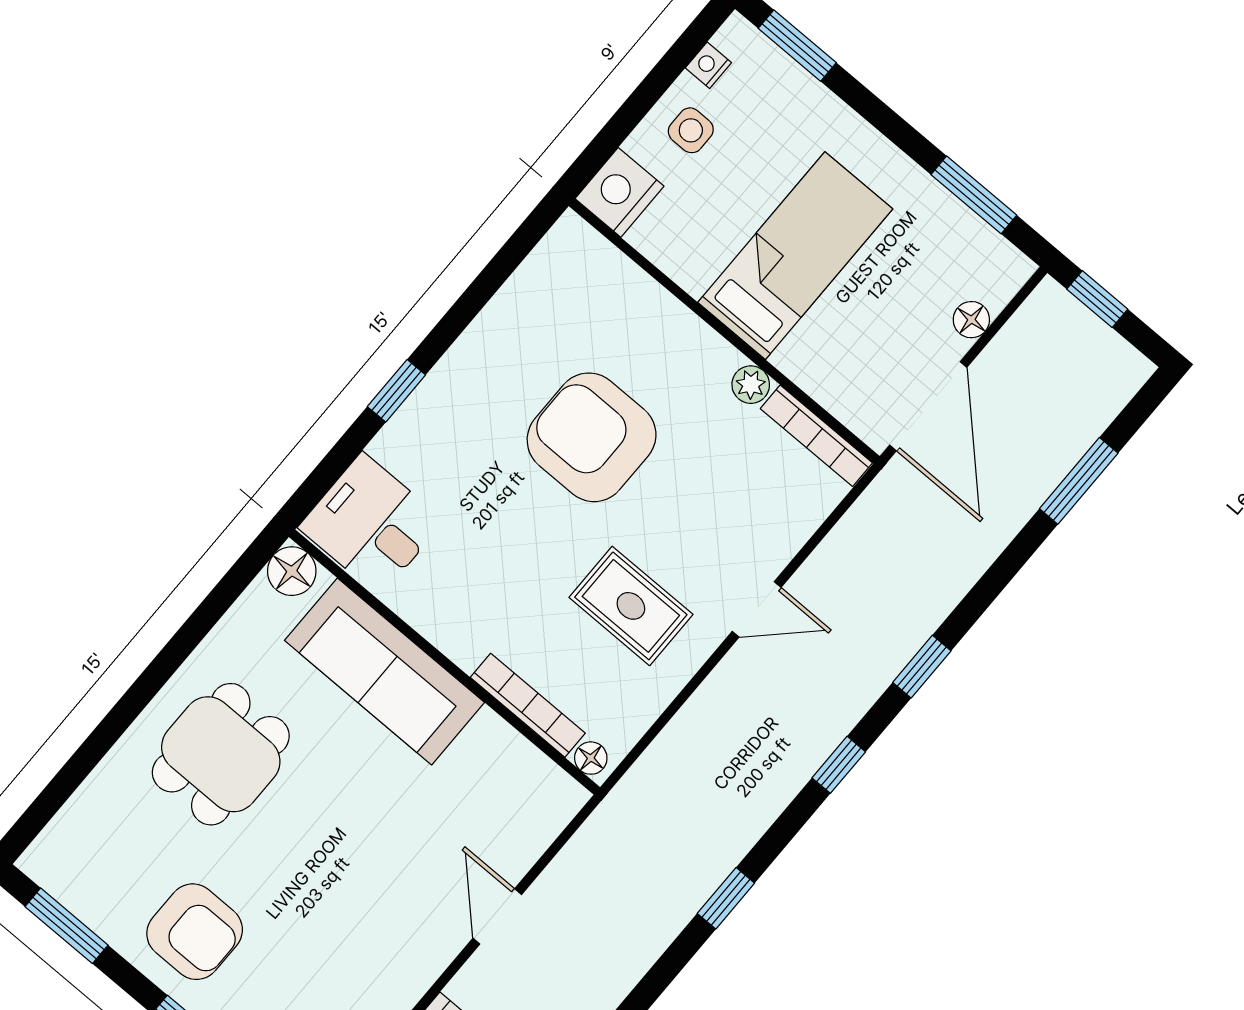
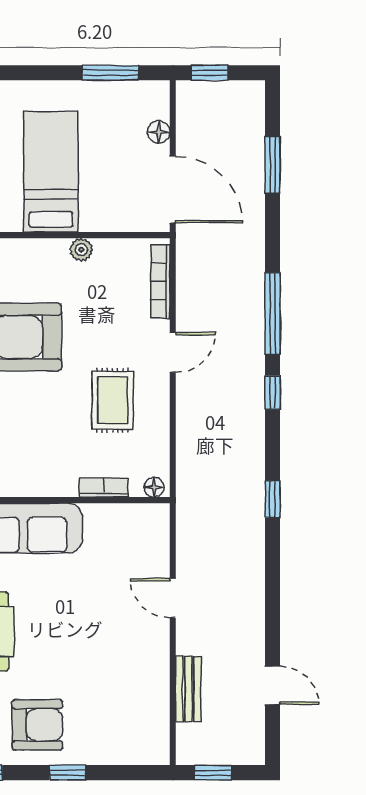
bookcase: (816, 436) -> (160, 282), moved, turned 90
rug: (631, 606) -> (113, 400), turned 90
window: (922, 667) -> (273, 314), width x2.17
bookcase: (528, 705) -> (104, 487), width x0.64

